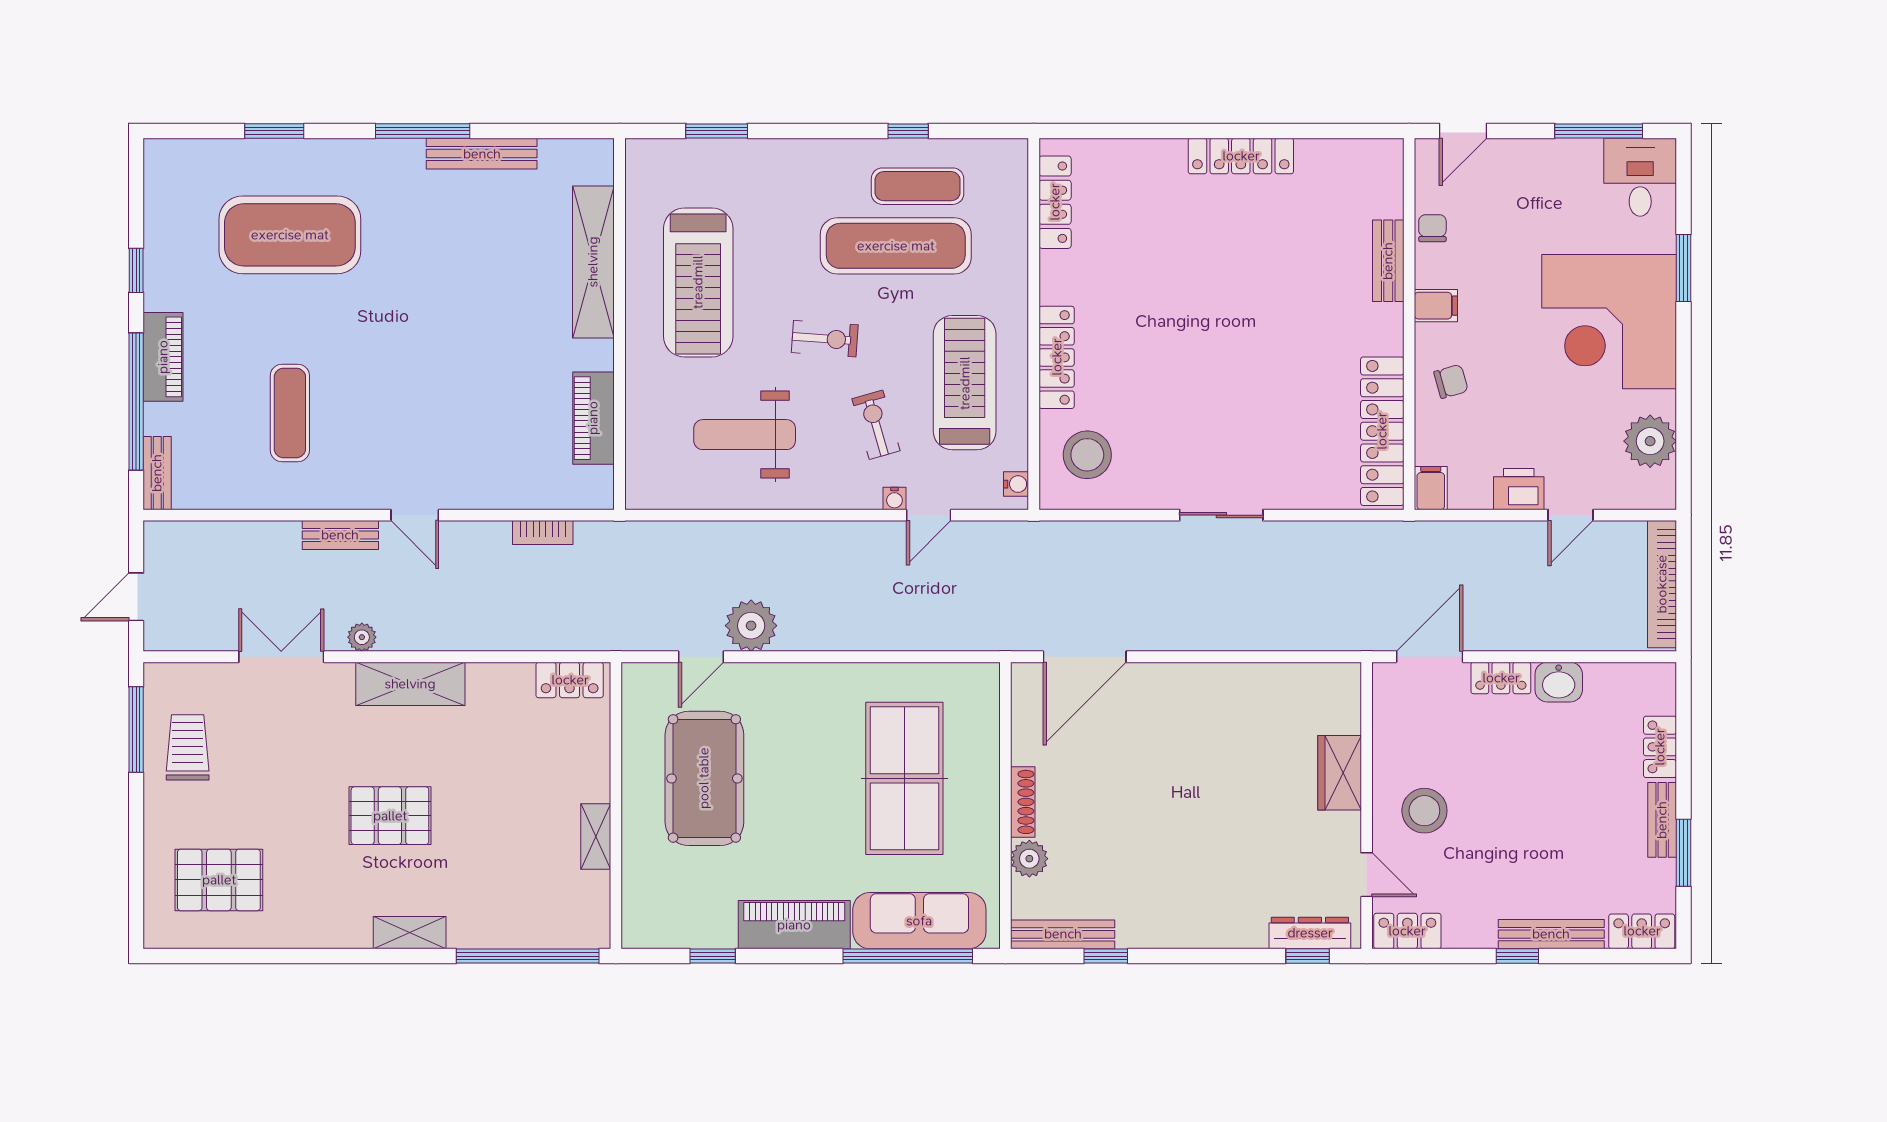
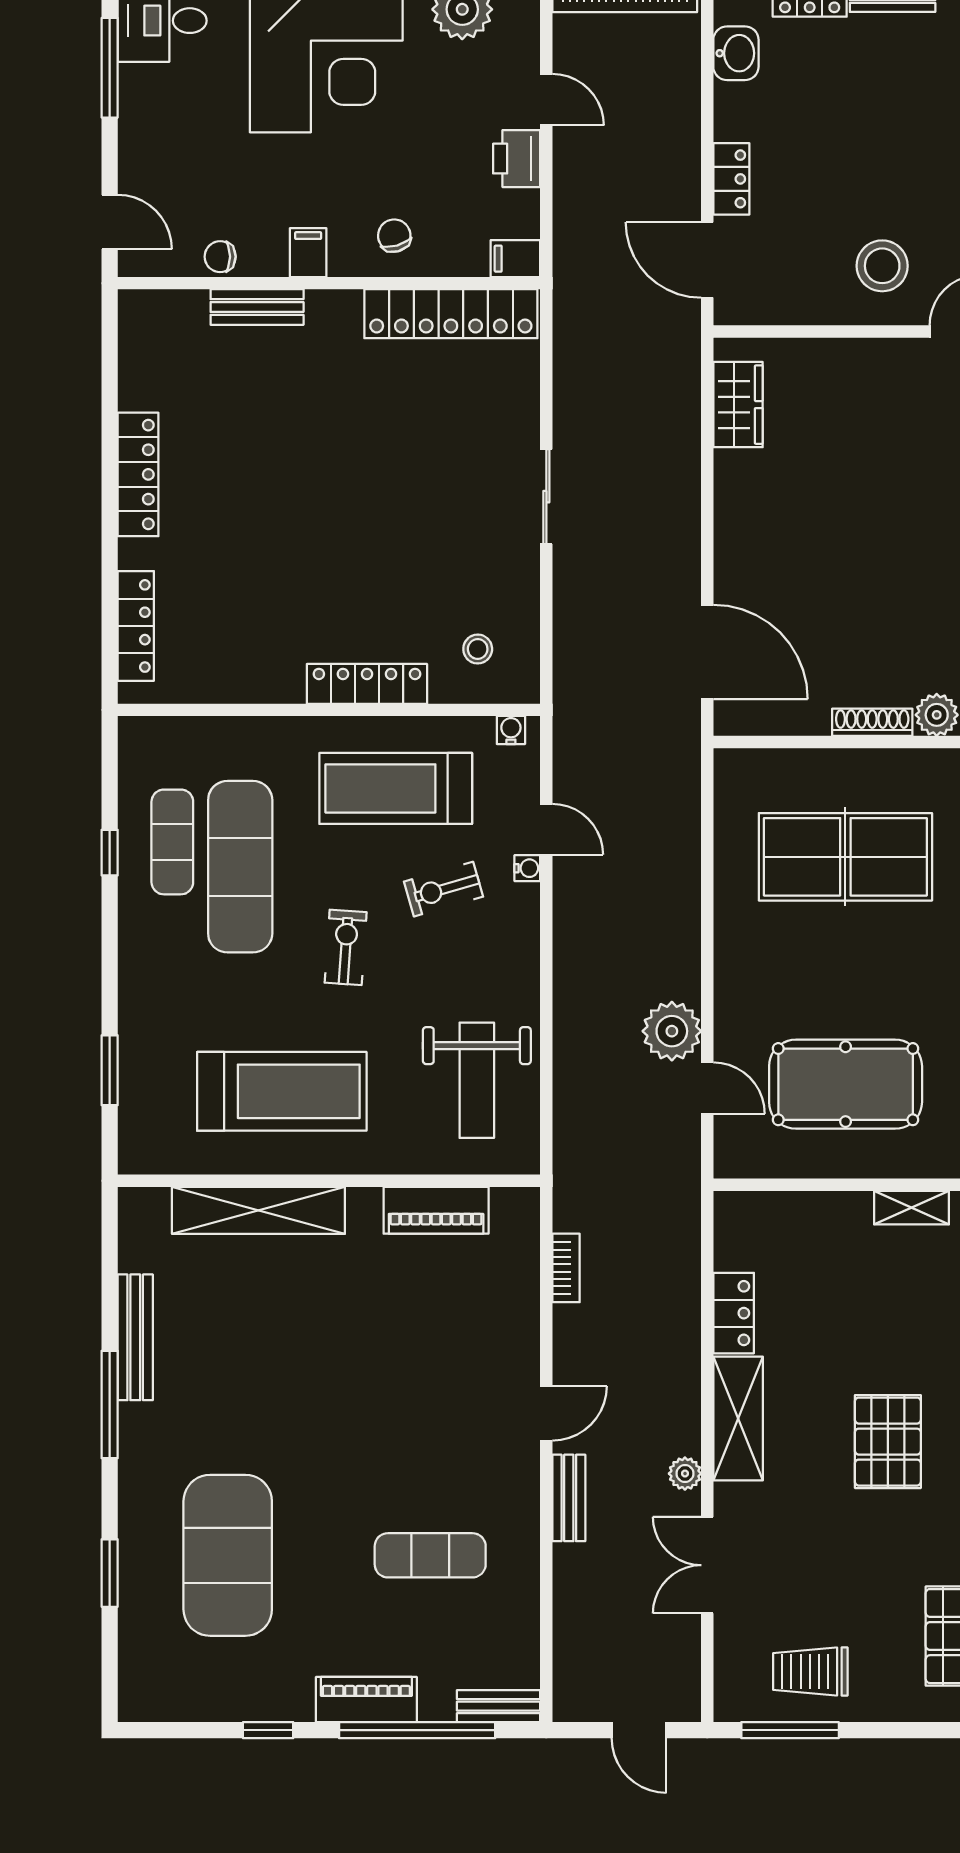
locker: (1055, 202) -> (136, 626), moved, turned 90
weight bench: (745, 435) -> (477, 1080), moved
stool: (1087, 455) -> (478, 649), width x0.53, depth x0.53
locker: (570, 680) -> (734, 1313), moved
washbasin: (1559, 682) -> (736, 53), moved
wardrobe: (1340, 773) -> (738, 405), moved, turned -90

